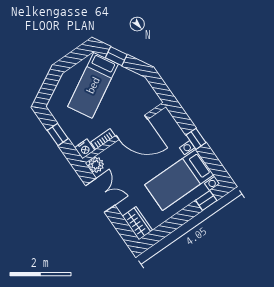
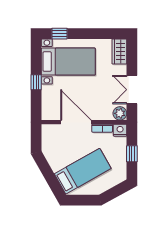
window: (116, 56) -> (52, 180), removed

